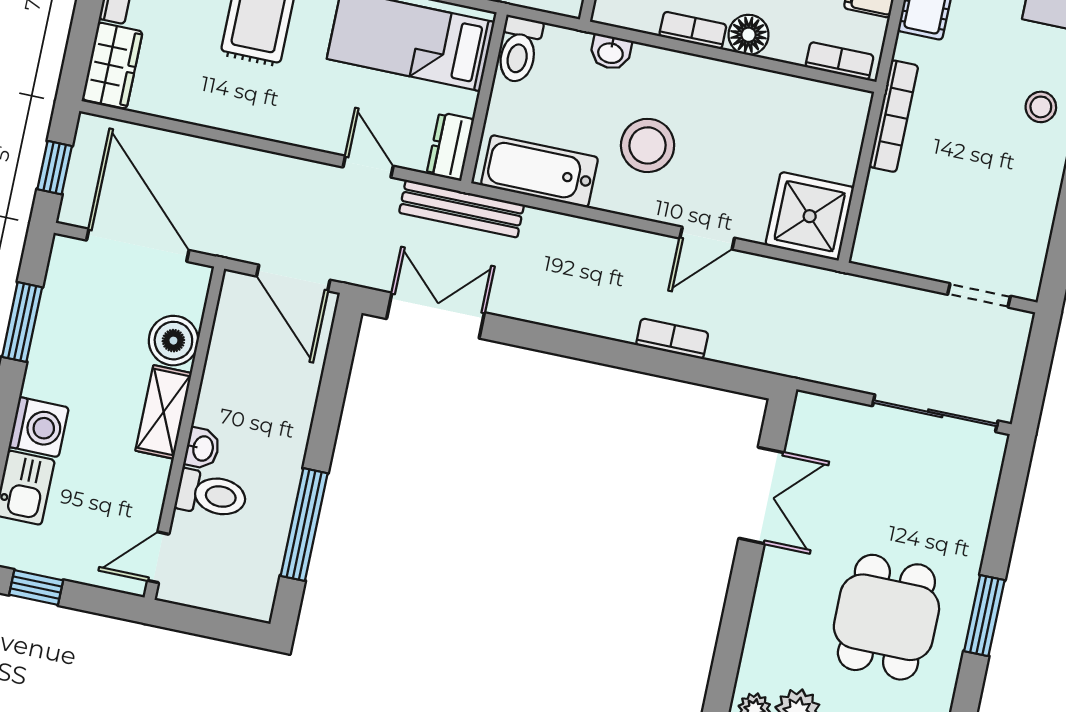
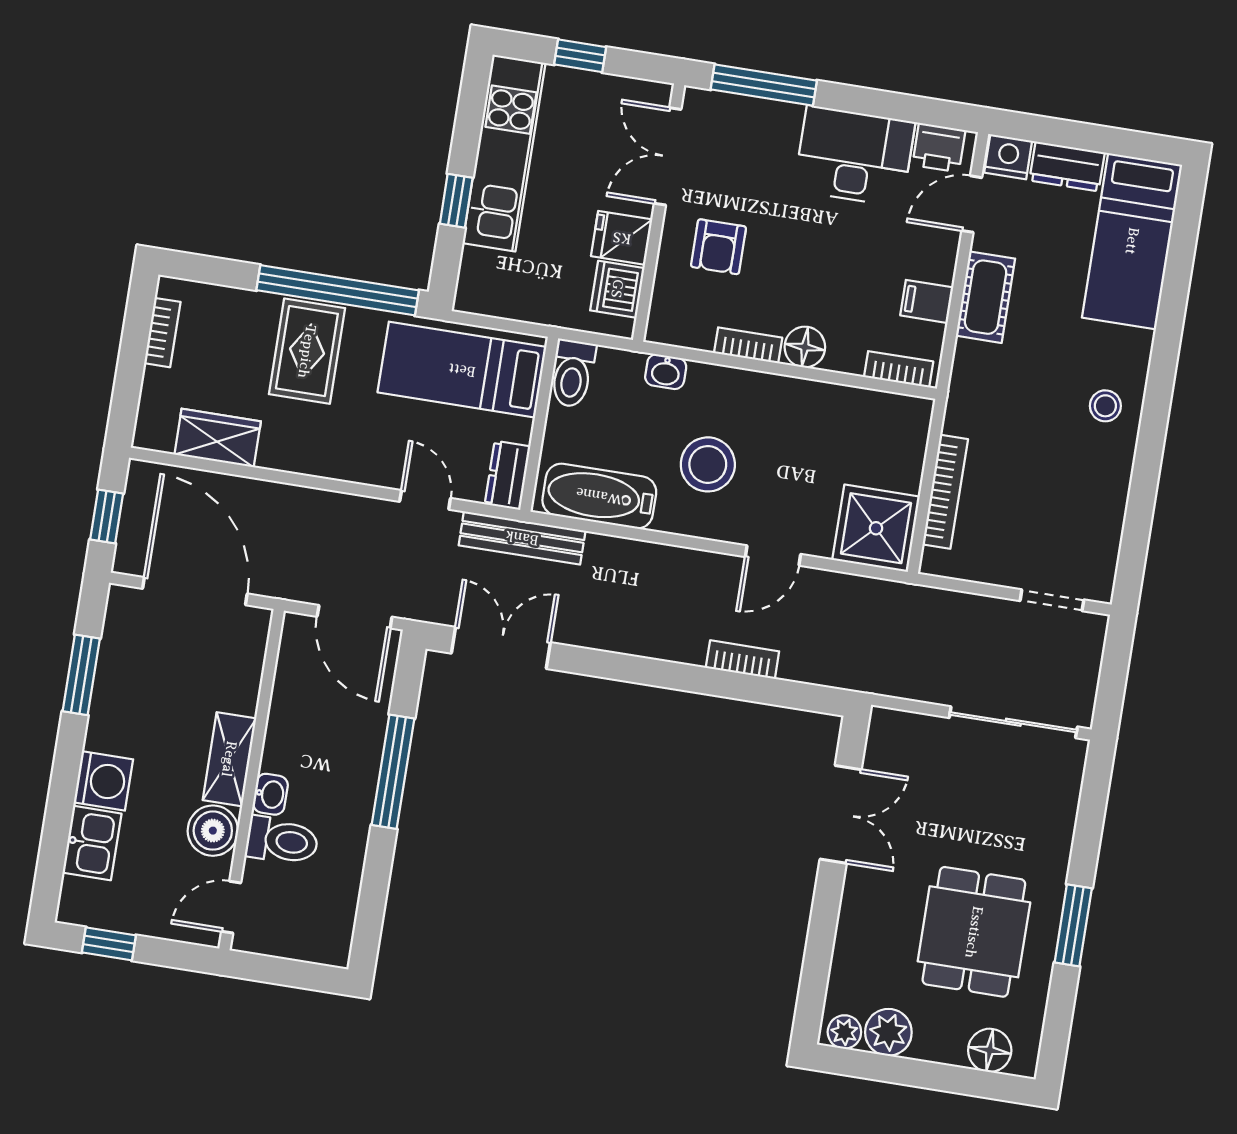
wardrobe: (112, 66) -> (218, 438), moved, turned -90
bookcase: (894, 116) -> (945, 492), moved
boiler: (173, 341) -> (213, 831), moved
window: (304, 525) -> (393, 772), moved

